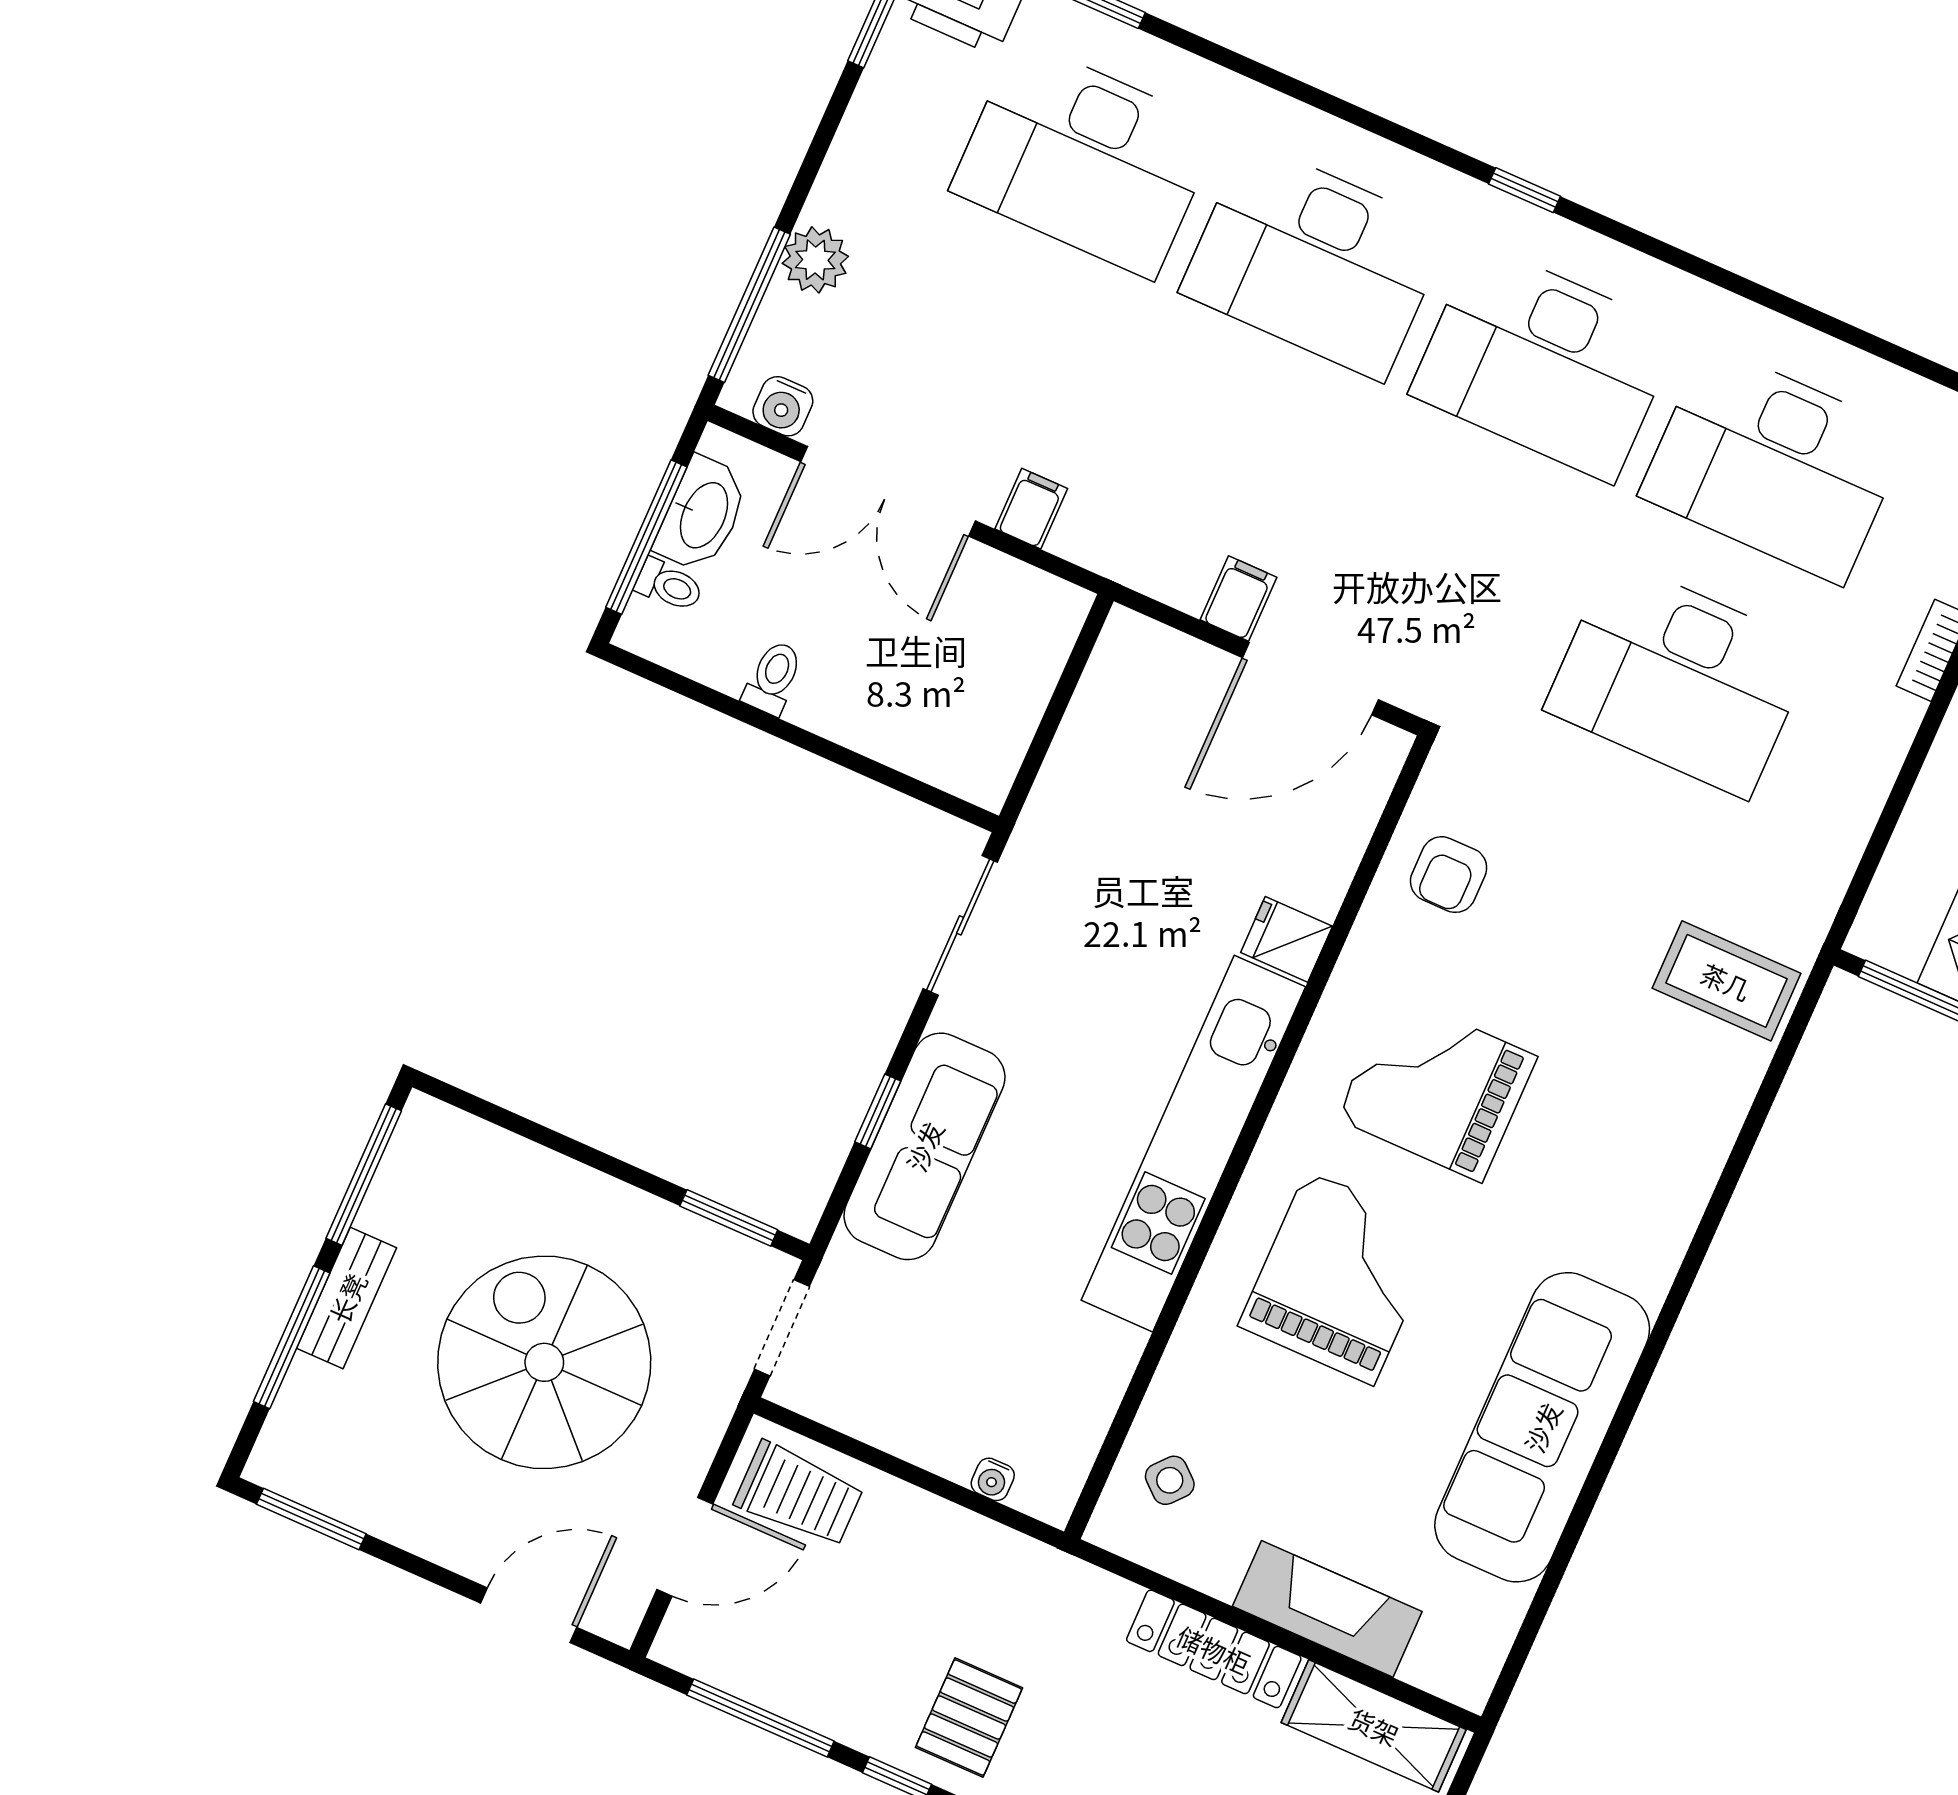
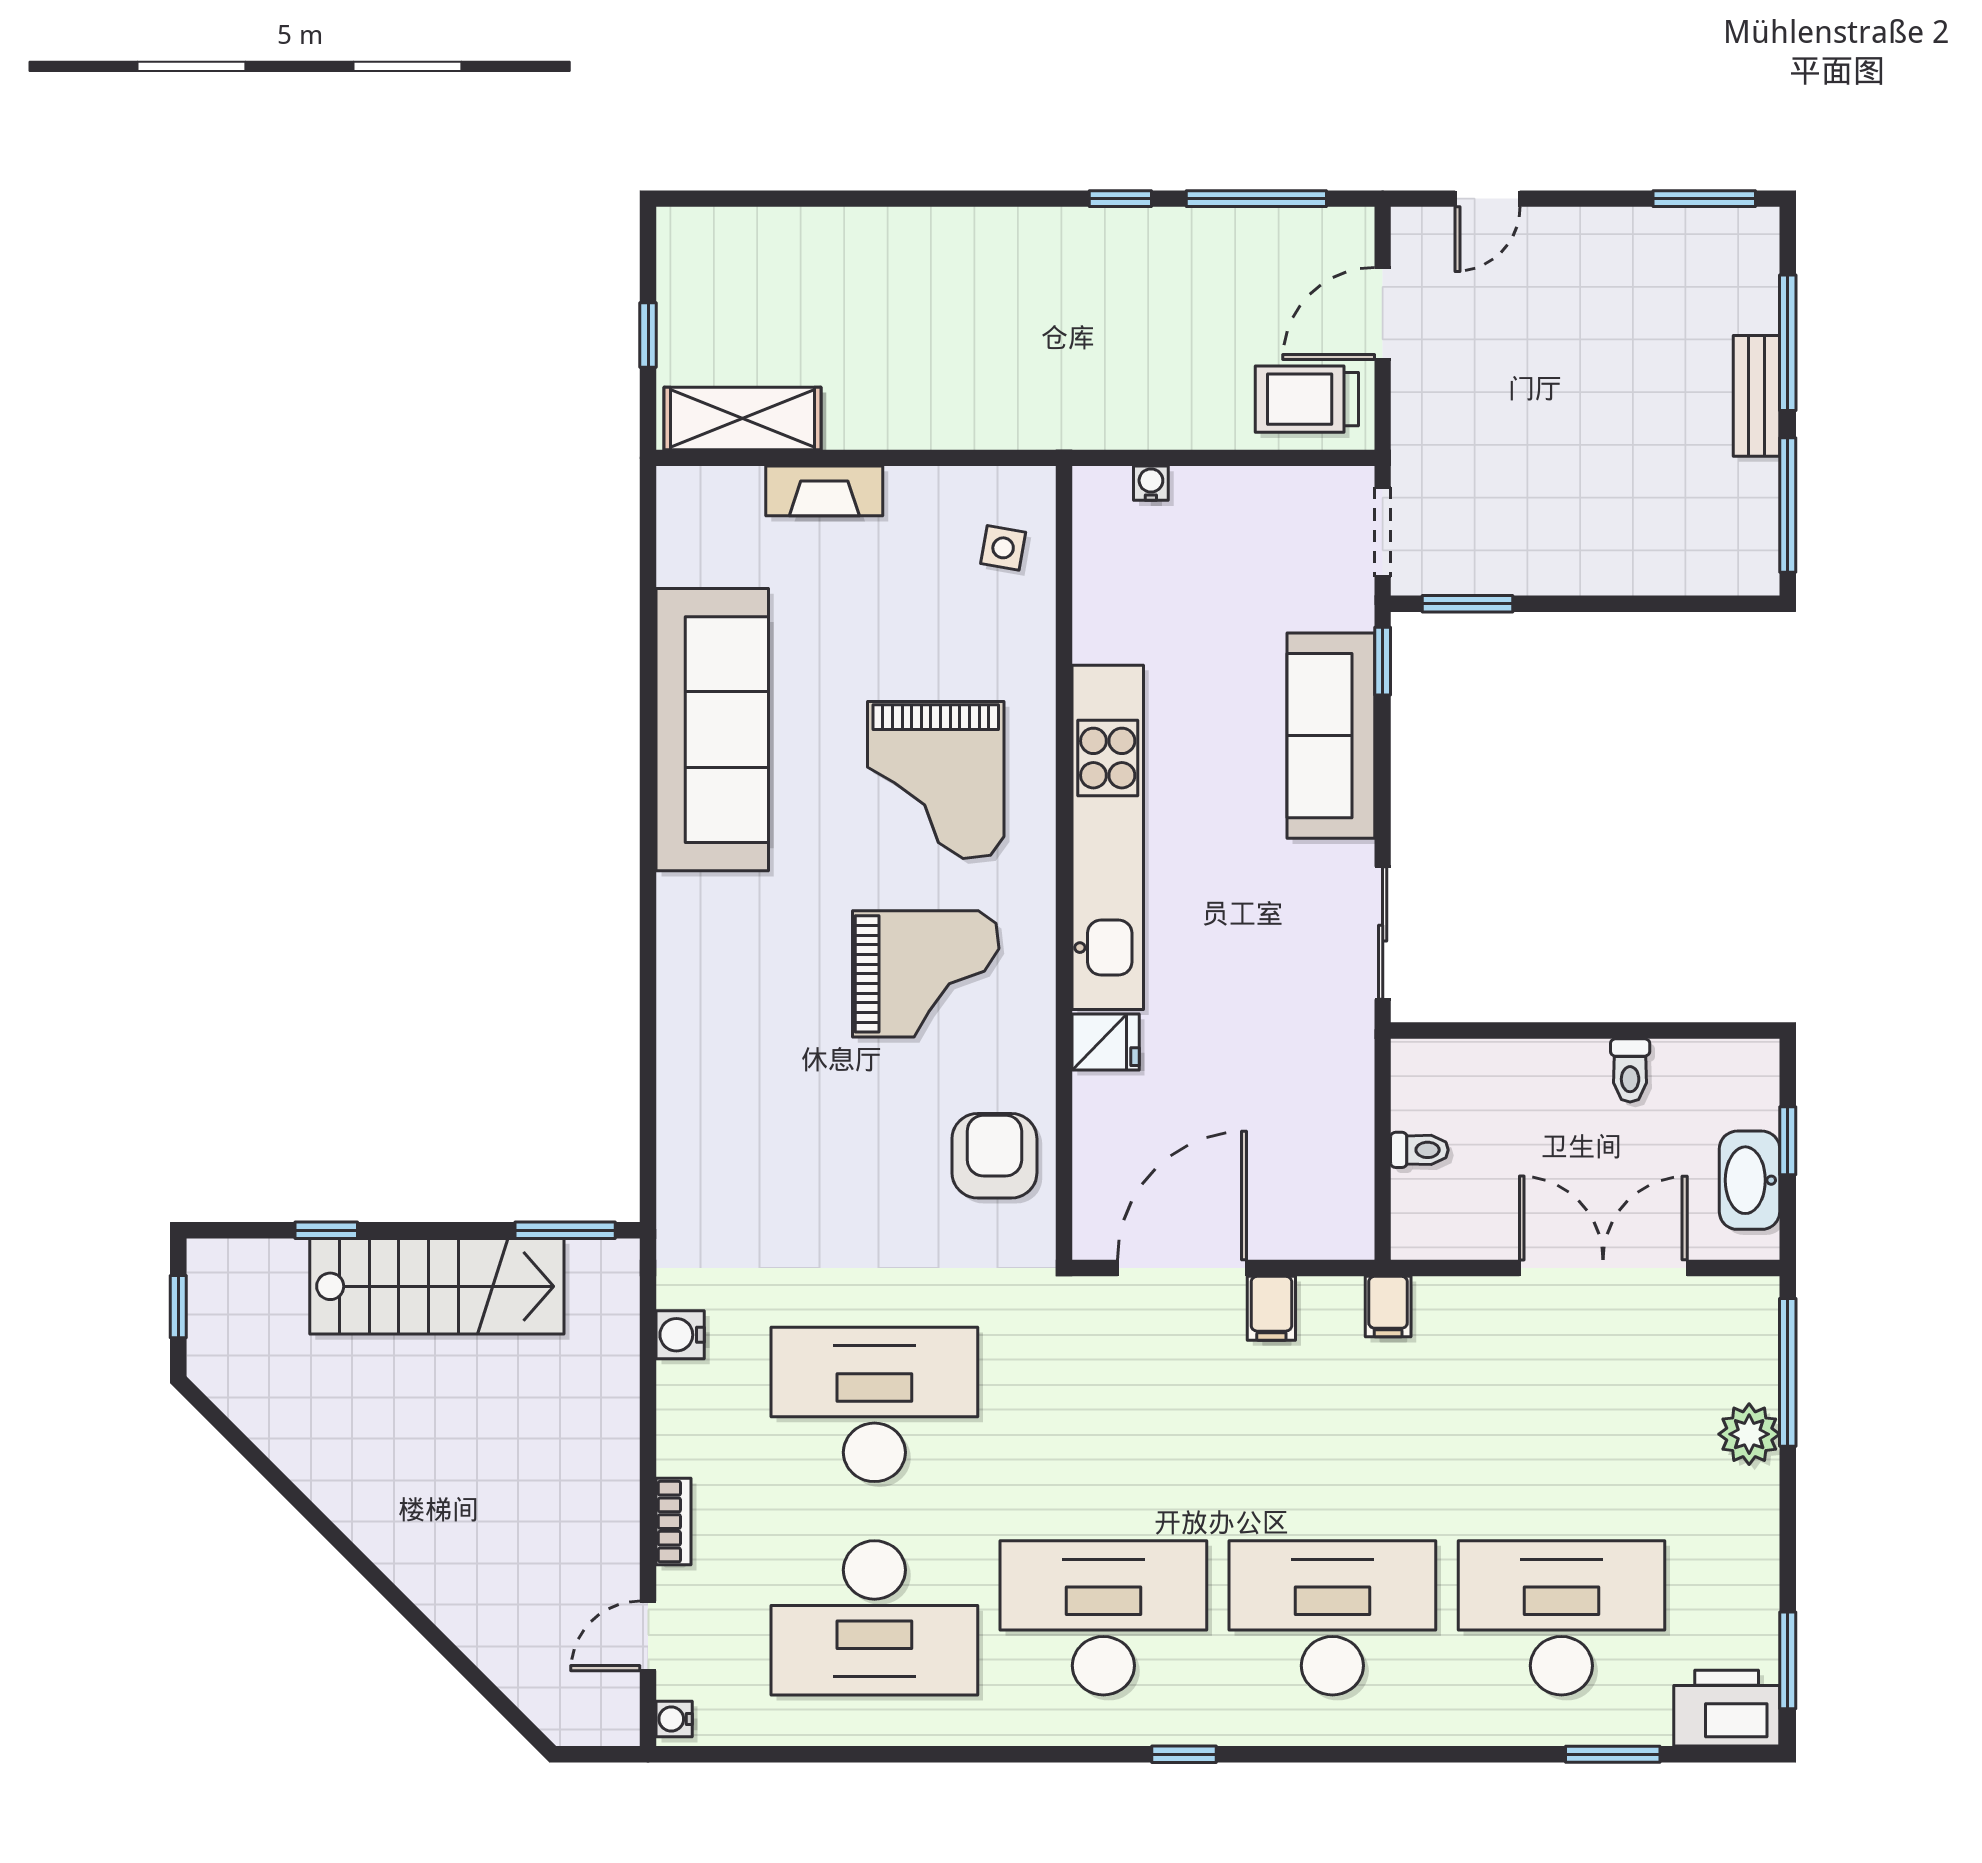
water cooler: (783, 406) -> (680, 1335), moved, turned -90
desk: (1774, 465) -> (874, 1618), turned 180
filing cabinet: (1031, 509) -> (1388, 1307), moved
window: (646, 537) -> (1788, 1141), width x0.46
toilet: (669, 585) -> (1419, 1150), moved, turned 180
armchair: (1449, 875) -> (994, 1156), width x1.38, depth x1.38
coffee table: (1726, 981) -> (724, 1170), removed
window: (878, 1111) -> (1383, 661), moved
spiral stairs: (544, 1362) -> (1568, 415), removed
side table: (1170, 1480) -> (1003, 548), turned -31
fireplace: (1327, 1609) -> (824, 491), width x0.73, depth x0.76
door: (529, 1615) -> (1487, 199), width x0.73
locker: (1214, 1649) -> (904, 424), removed
pallet: (969, 1718) -> (1083, 276), removed

